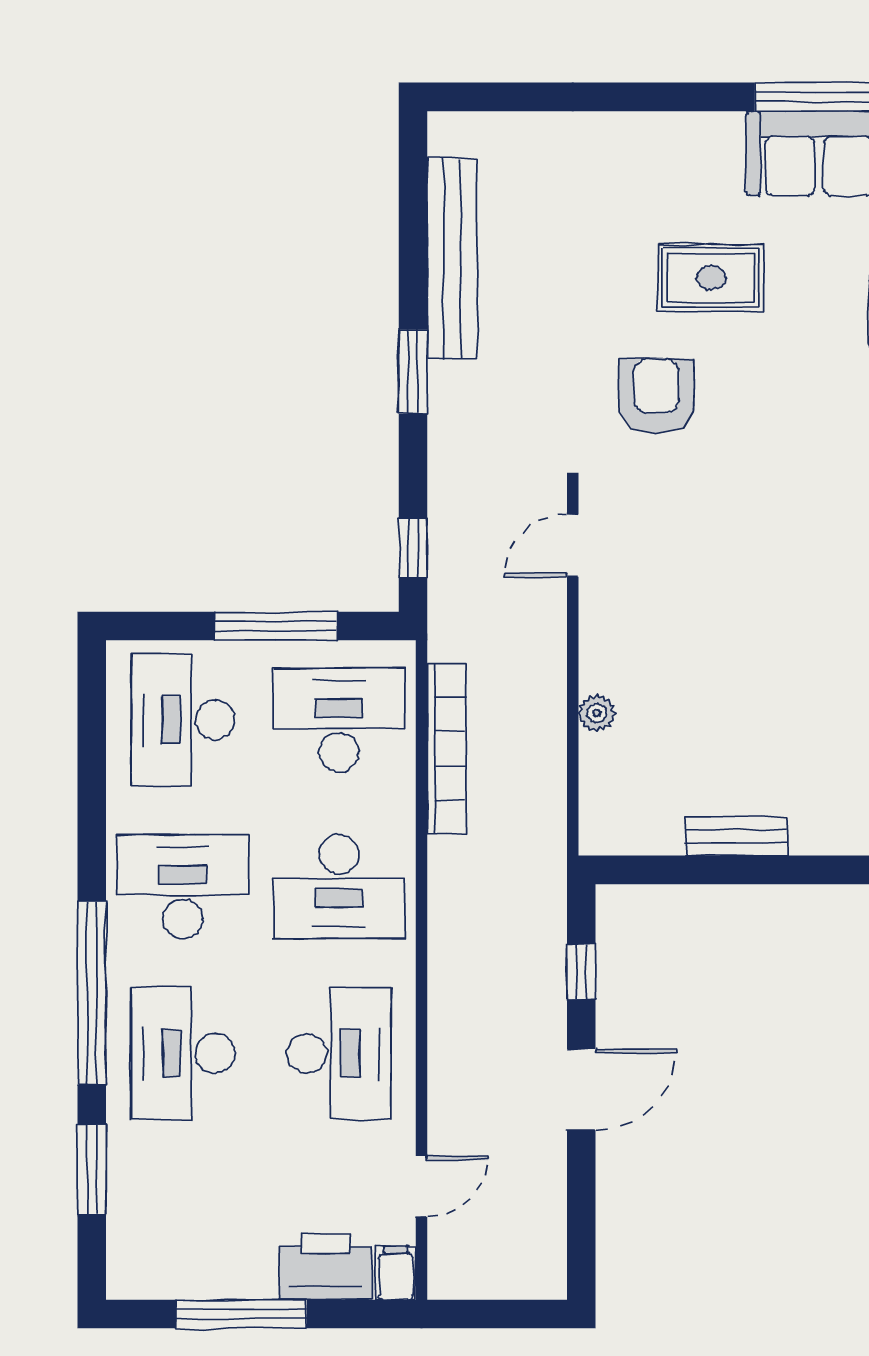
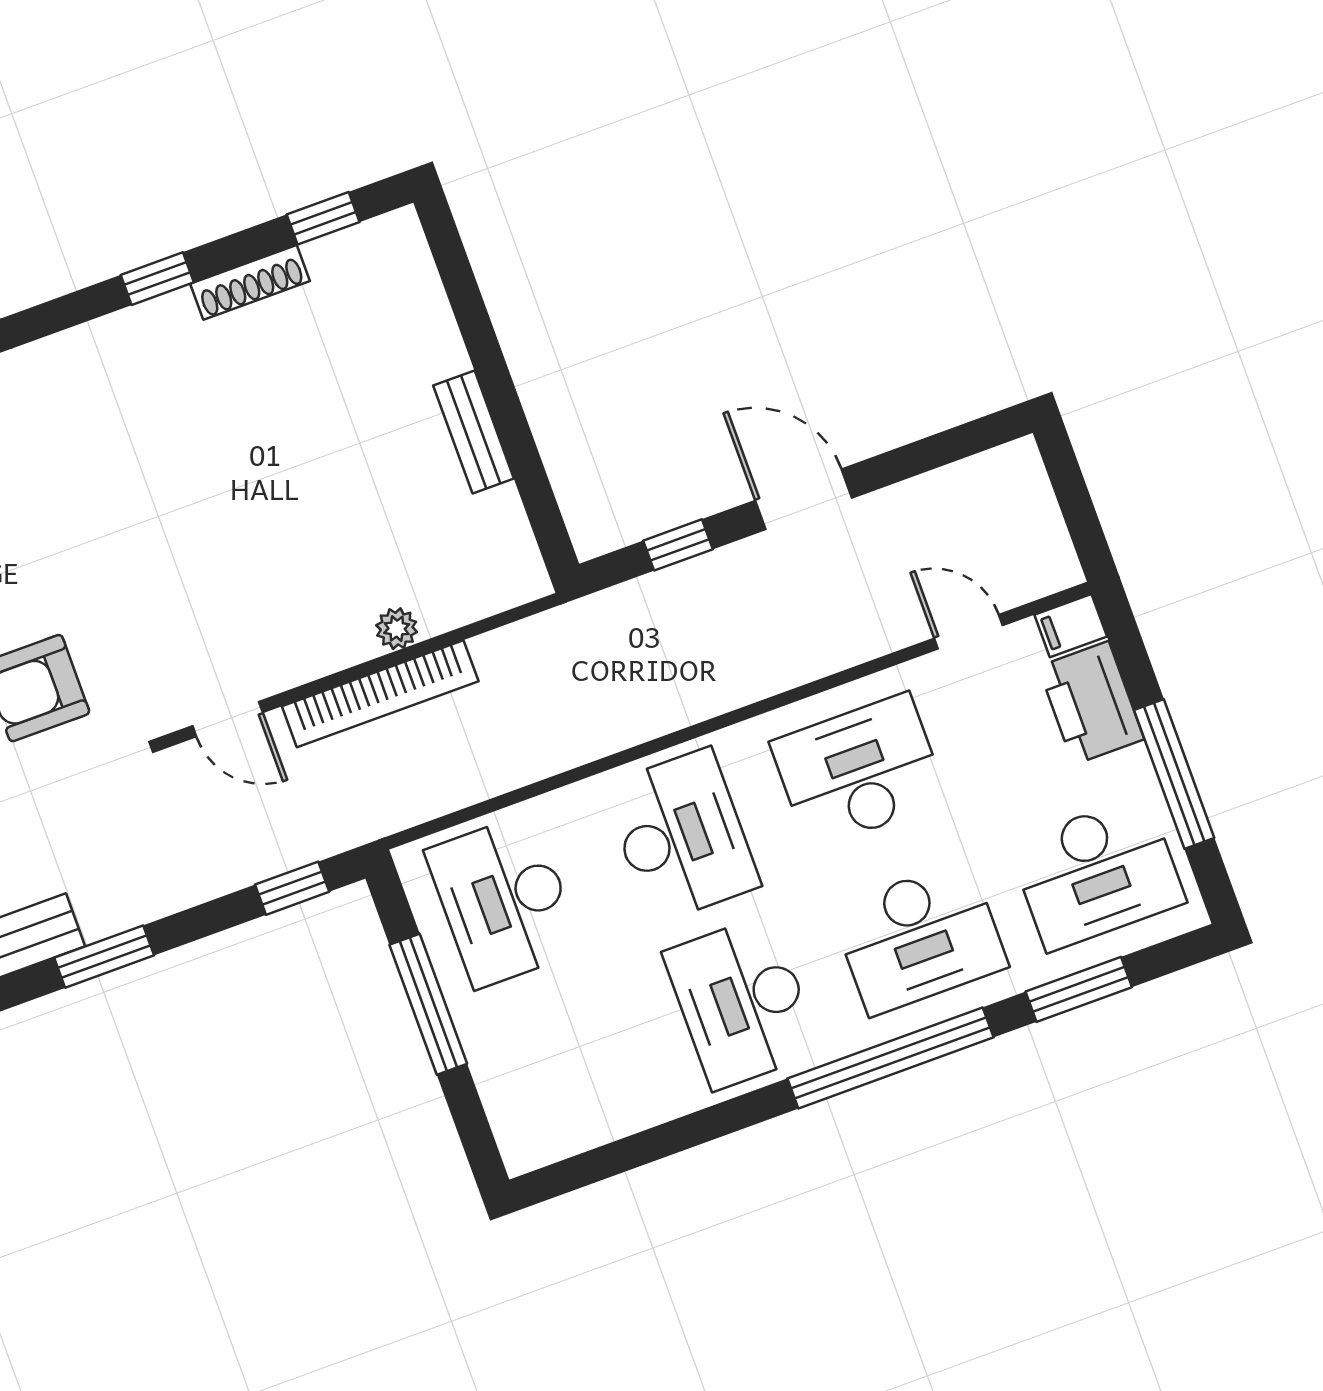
desk: (183, 720) -> (1097, 873), moved
bookcase: (447, 749) -> (380, 694), moved, turned 180

